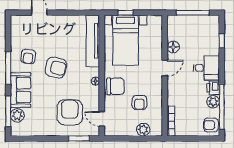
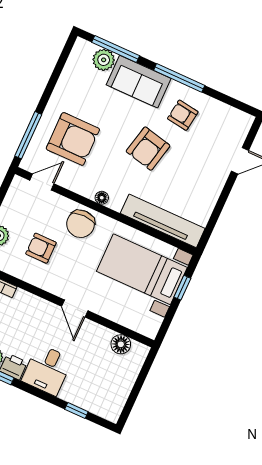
window: (193, 13) -> (137, 387), removed
floor lamp: (173, 47) -> (121, 344), moved
window: (79, 138) -> (28, 135), width x1.44

